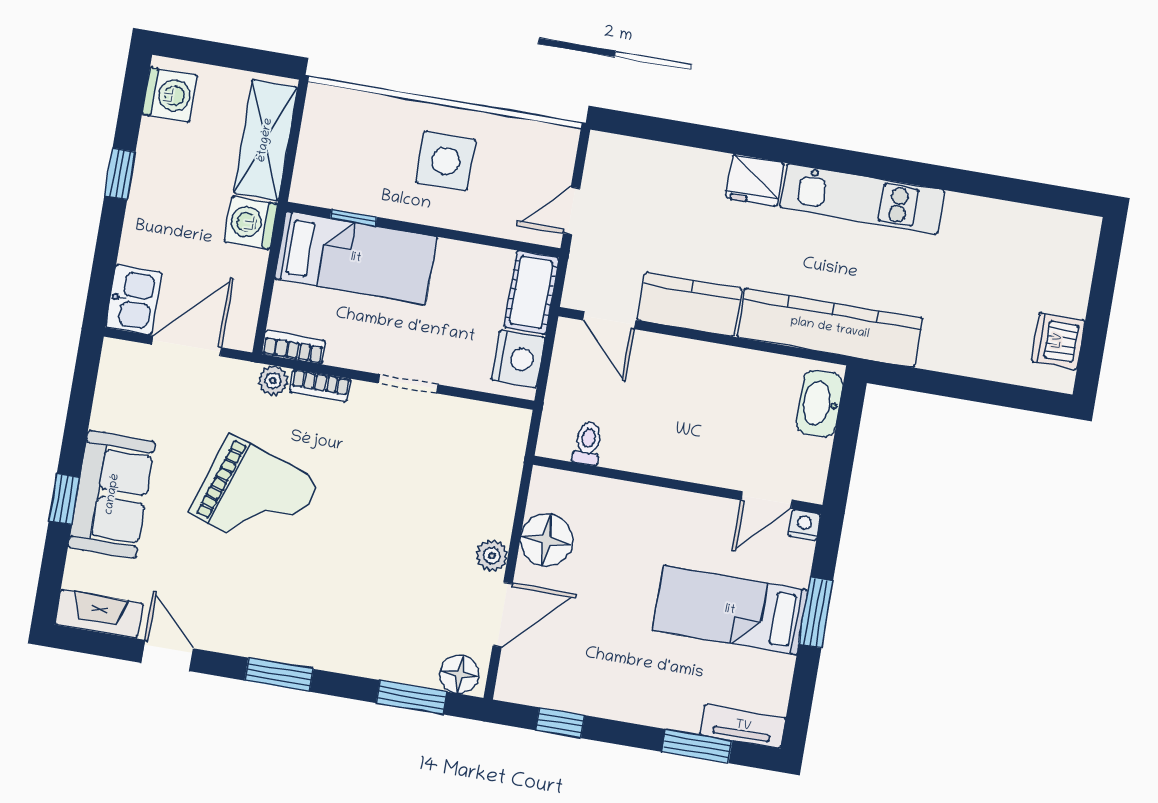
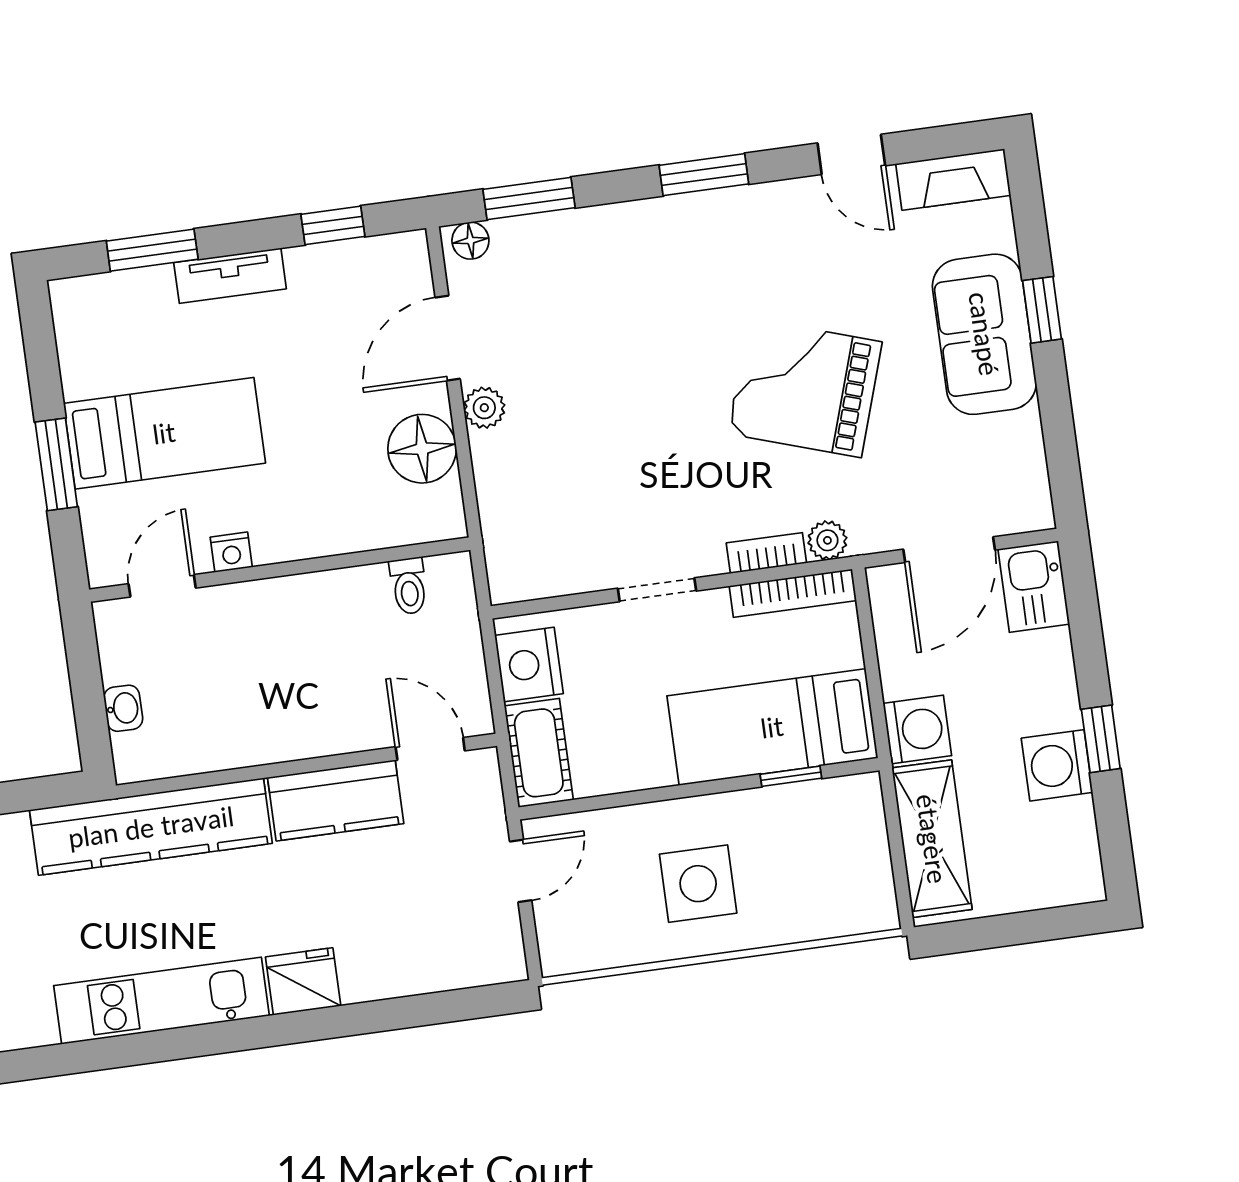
washing machine: (170, 95) -> (1057, 765), moved
bookcase: (293, 347) -> (793, 593), width x1.56
washbasin: (820, 404) -> (123, 708), width x0.52, depth x0.69
nightstand: (804, 525) -> (231, 552), moved
floor lamp: (459, 674) -> (470, 241), width x0.73, depth x0.73
tv unit: (743, 726) -> (230, 276), moved

